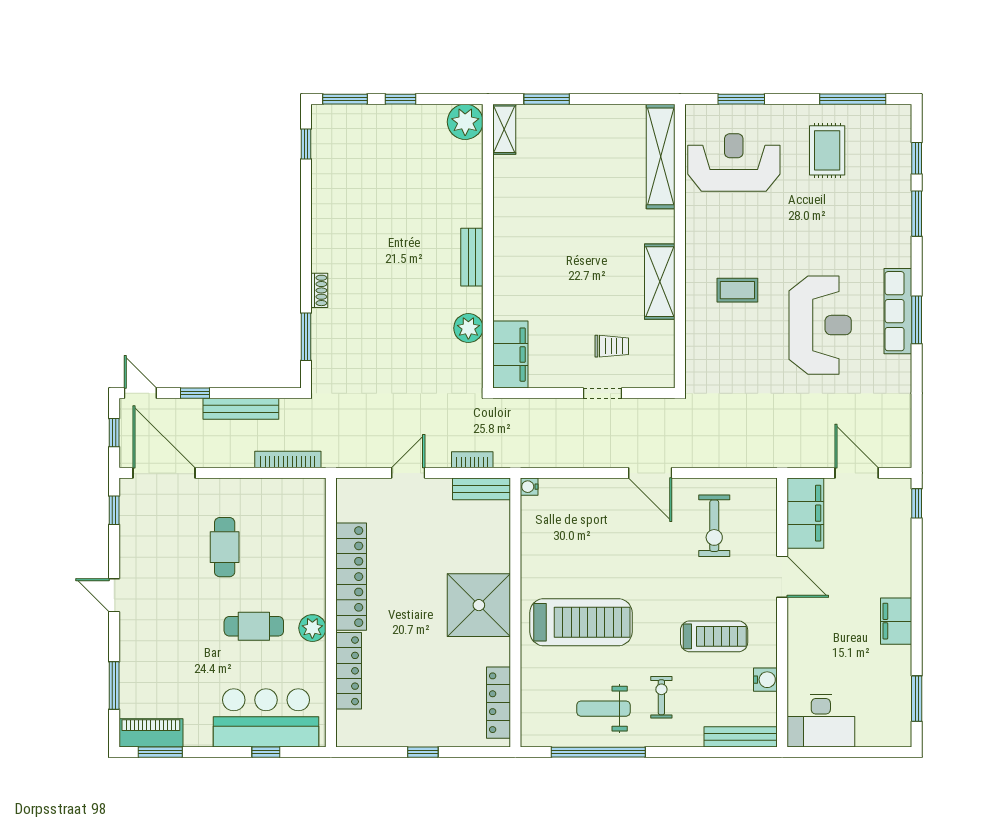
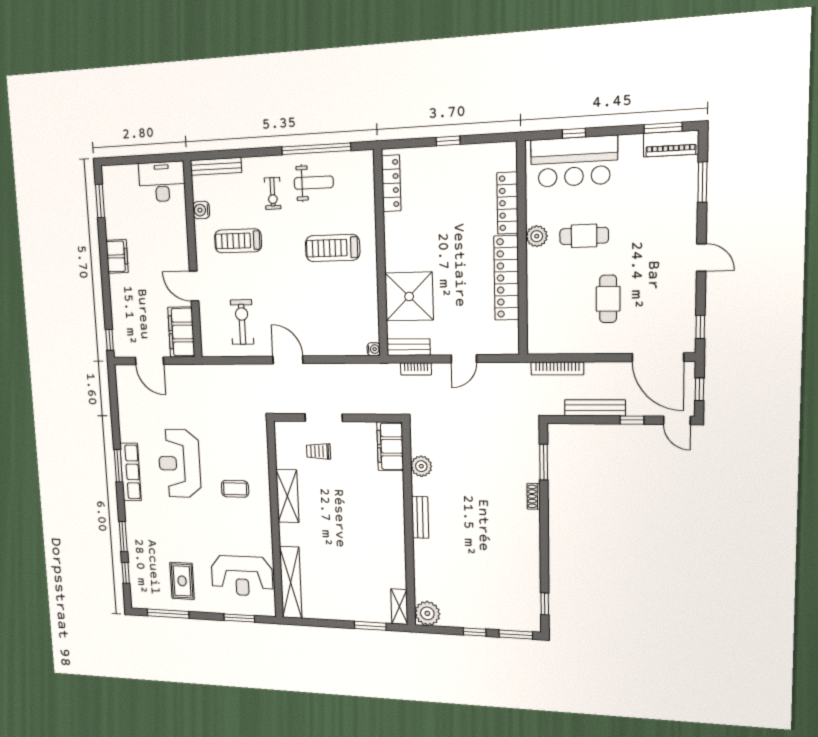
doorway: (603, 393) -> (324, 418), width x1.38
shower: (479, 605) -> (409, 296), moved
treadmill: (581, 622) -> (333, 248), width x0.73, depth x0.73

